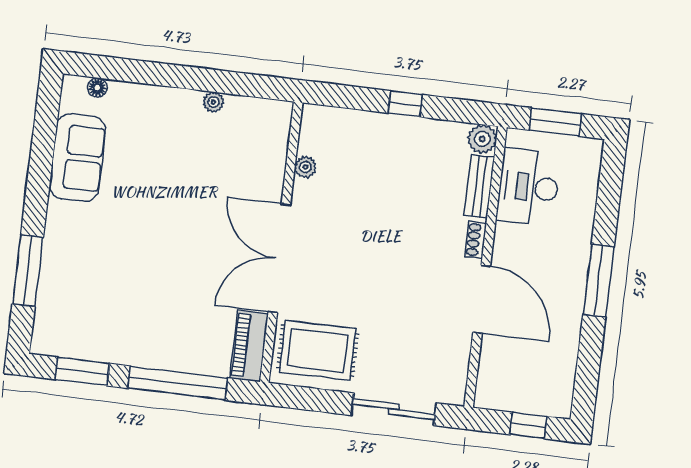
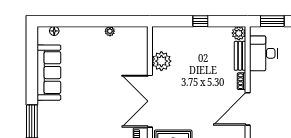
sofa: (77, 158) -> (49, 73), width x1.36
plant: (305, 167) -> (161, 61), width x1.87, depth x1.87
door: (482, 299) -> (248, 109), swing flipped

